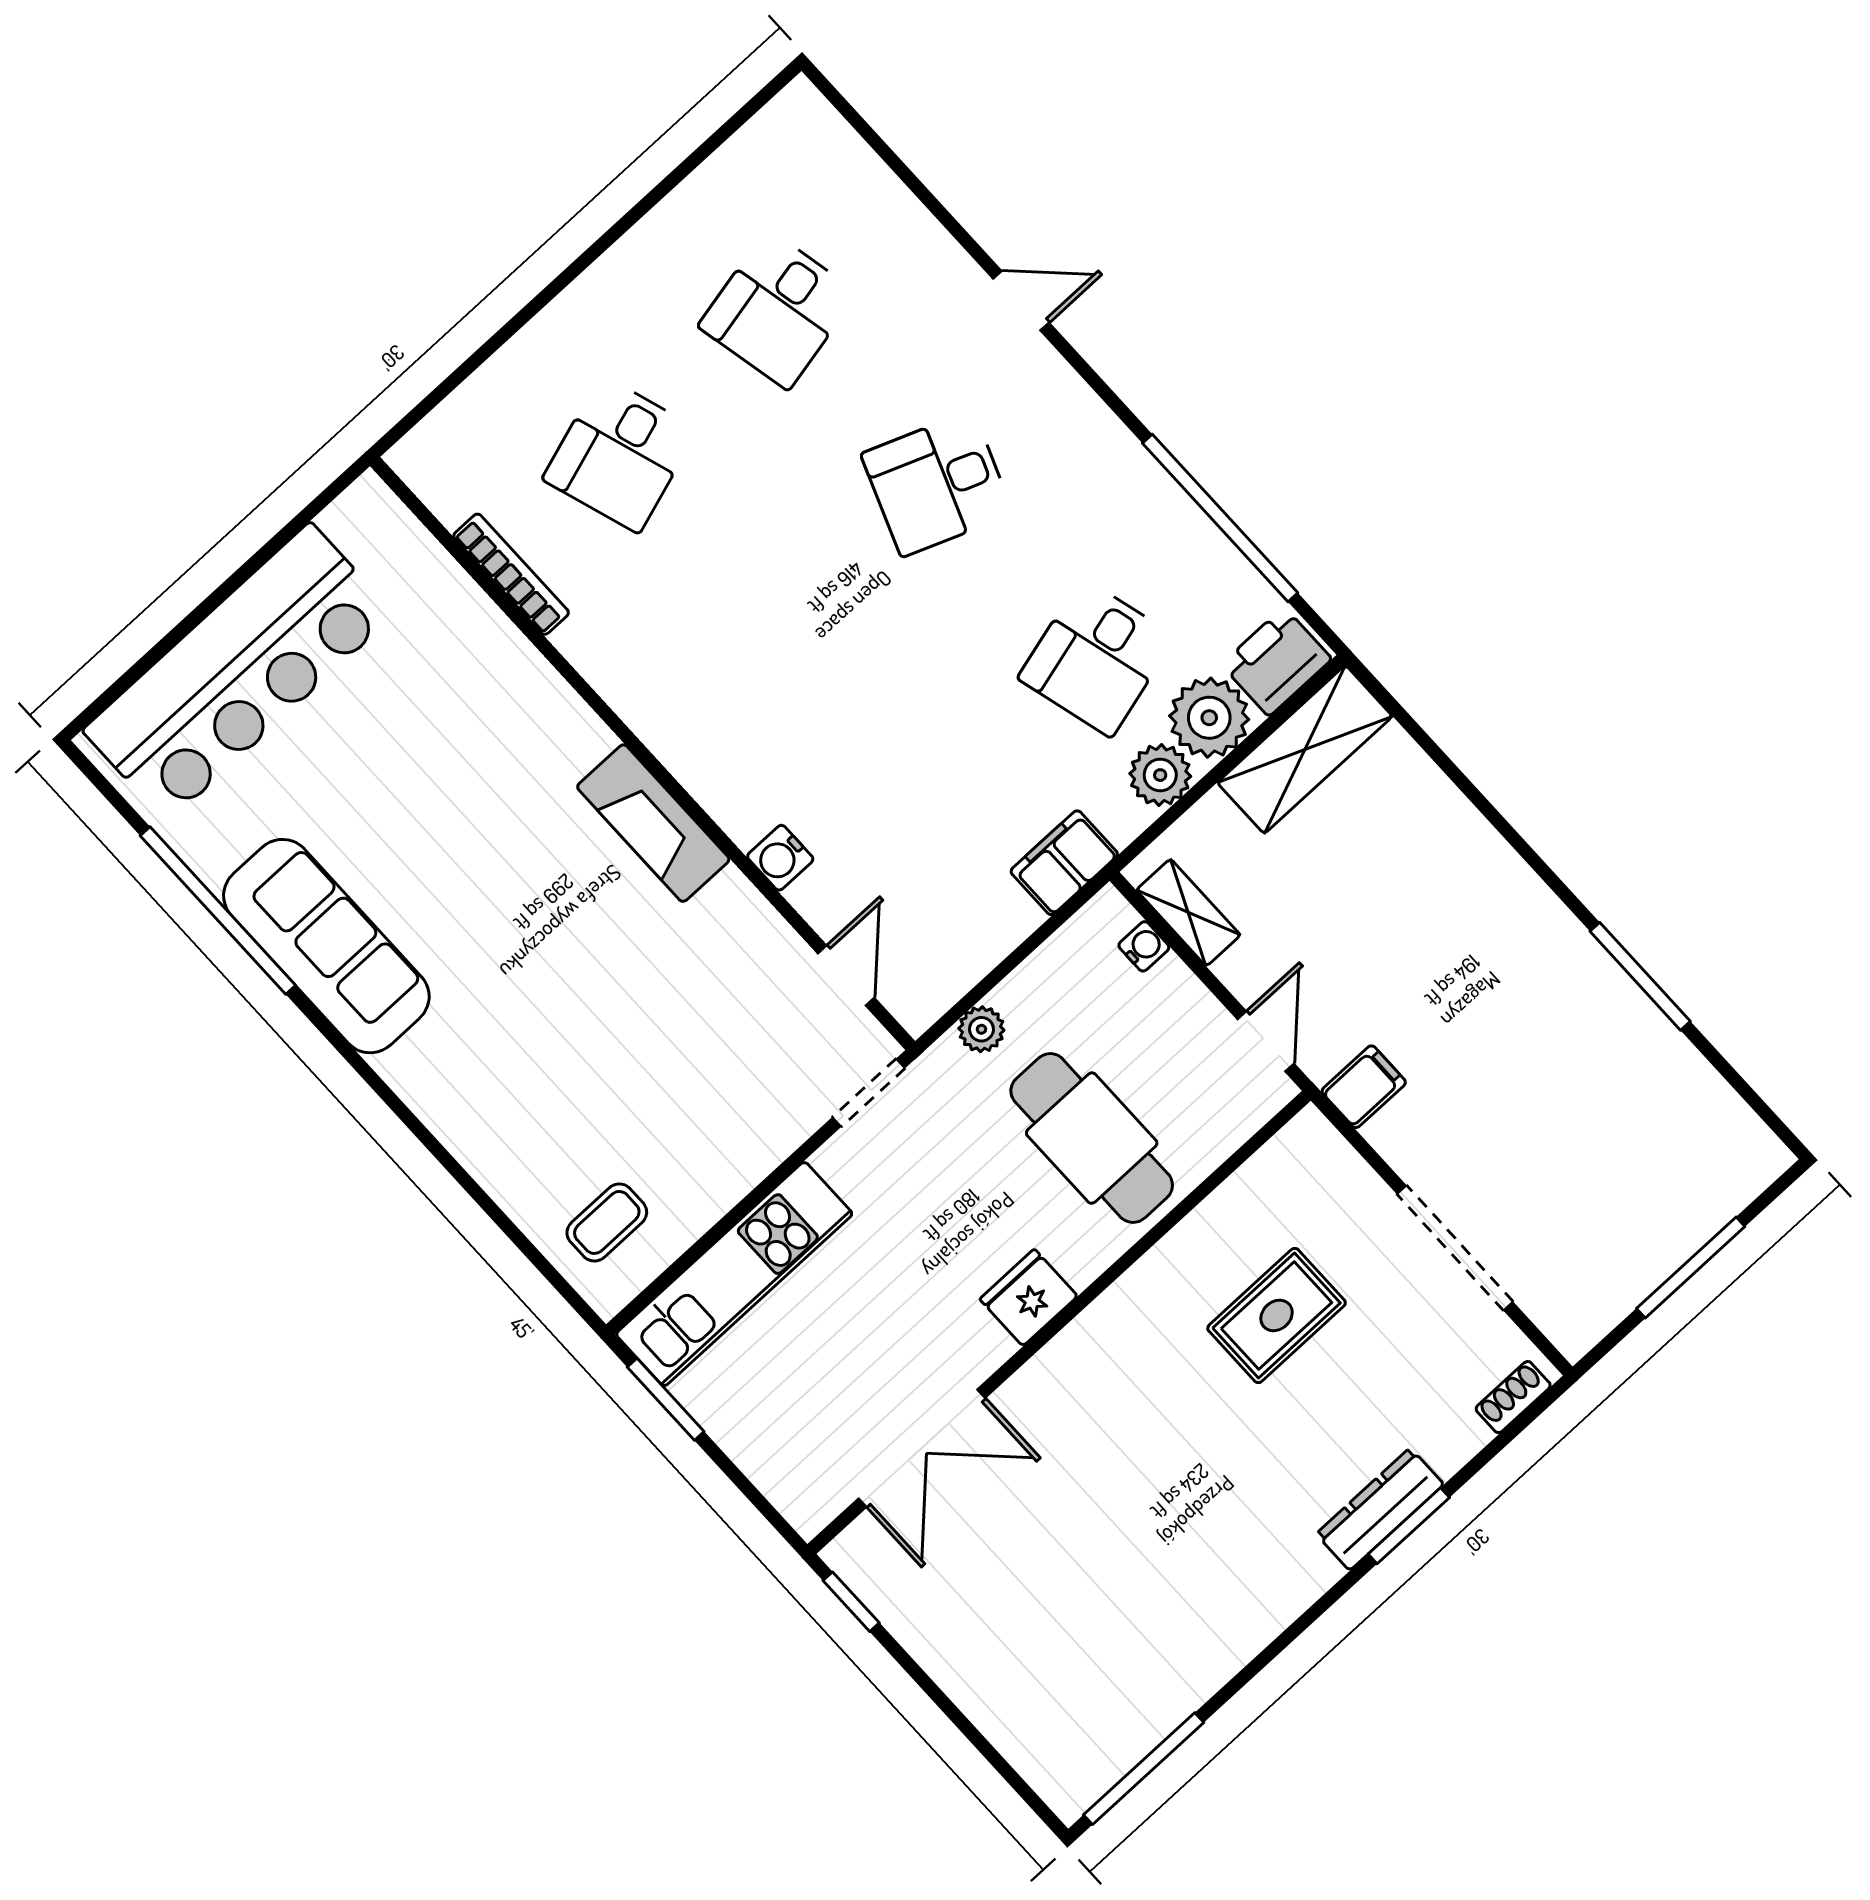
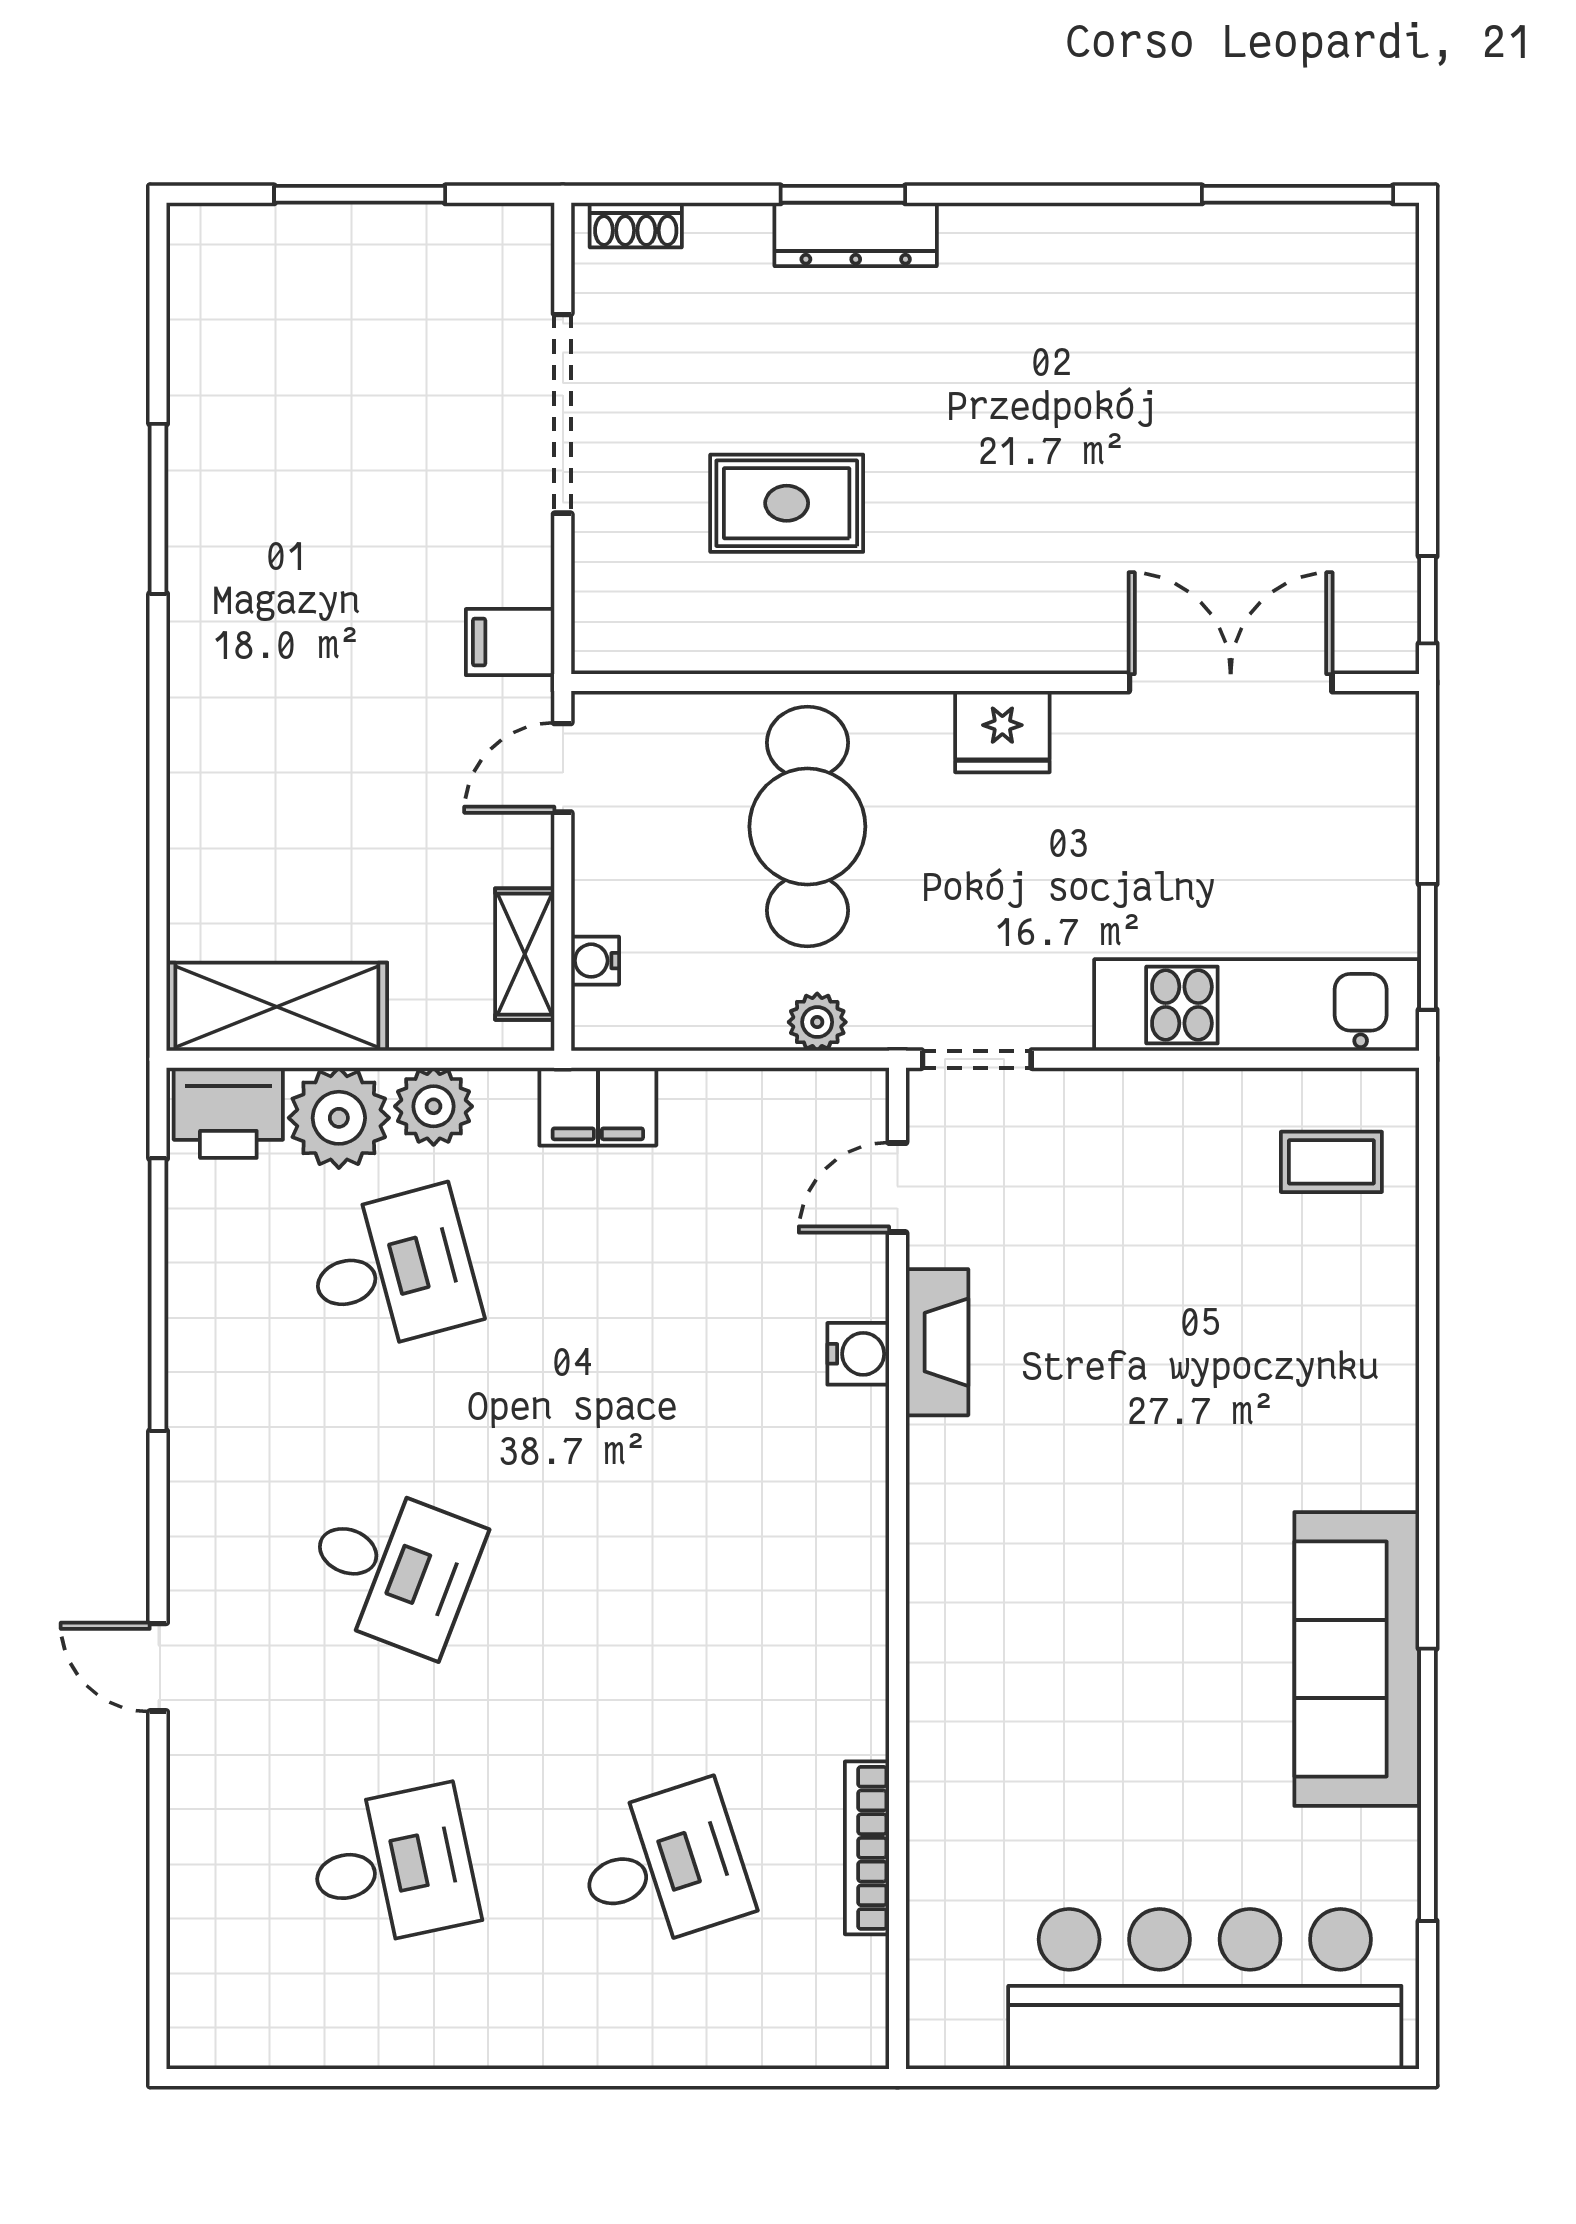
fireplace: (653, 823) -> (937, 1342), moved, width x0.73, depth x0.76

